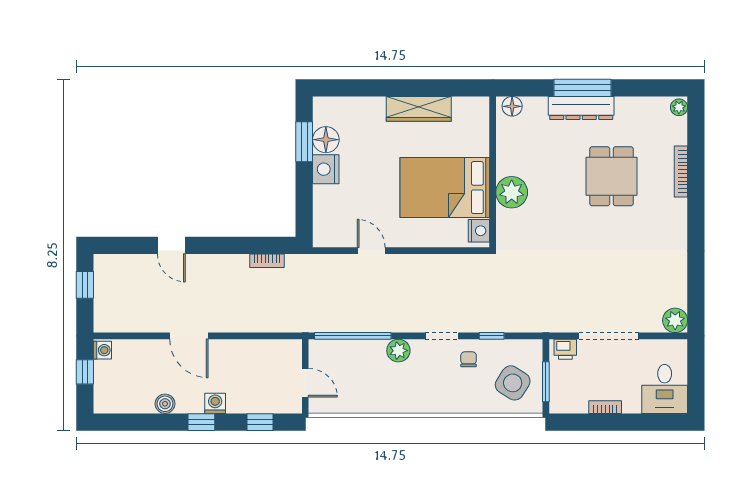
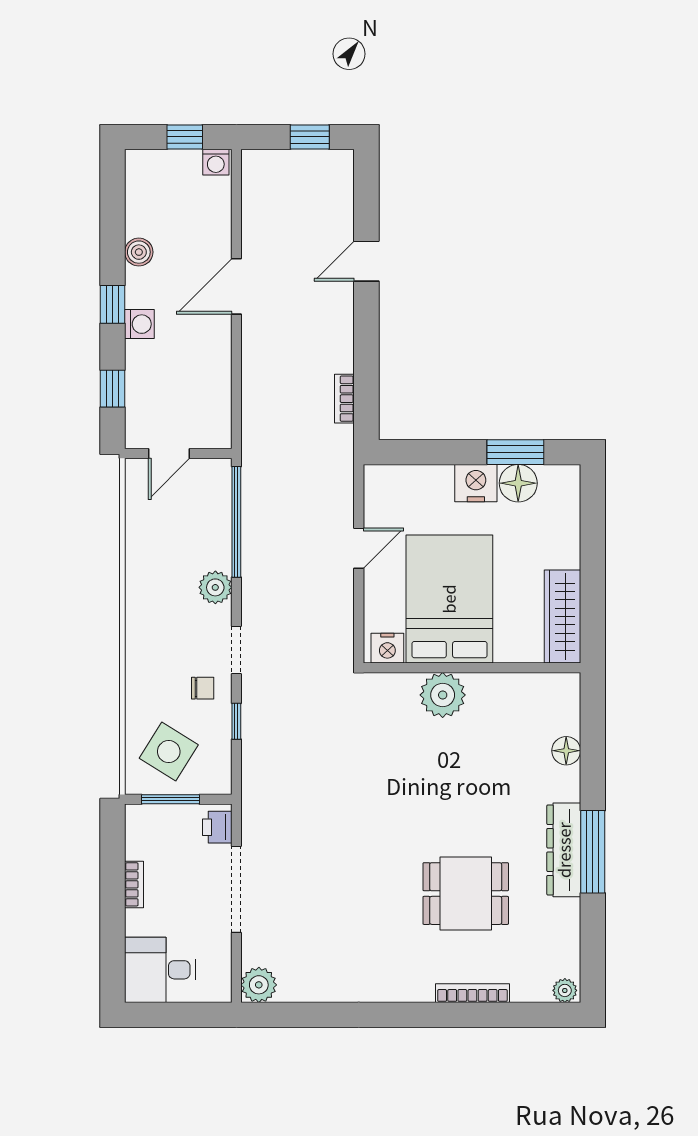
wall: (493, 172) -> (472, 668), moved
bed: (445, 188) -> (449, 599), moved
plant: (512, 192) -> (443, 695), moved
nightstand: (479, 231) -> (387, 648), moved

